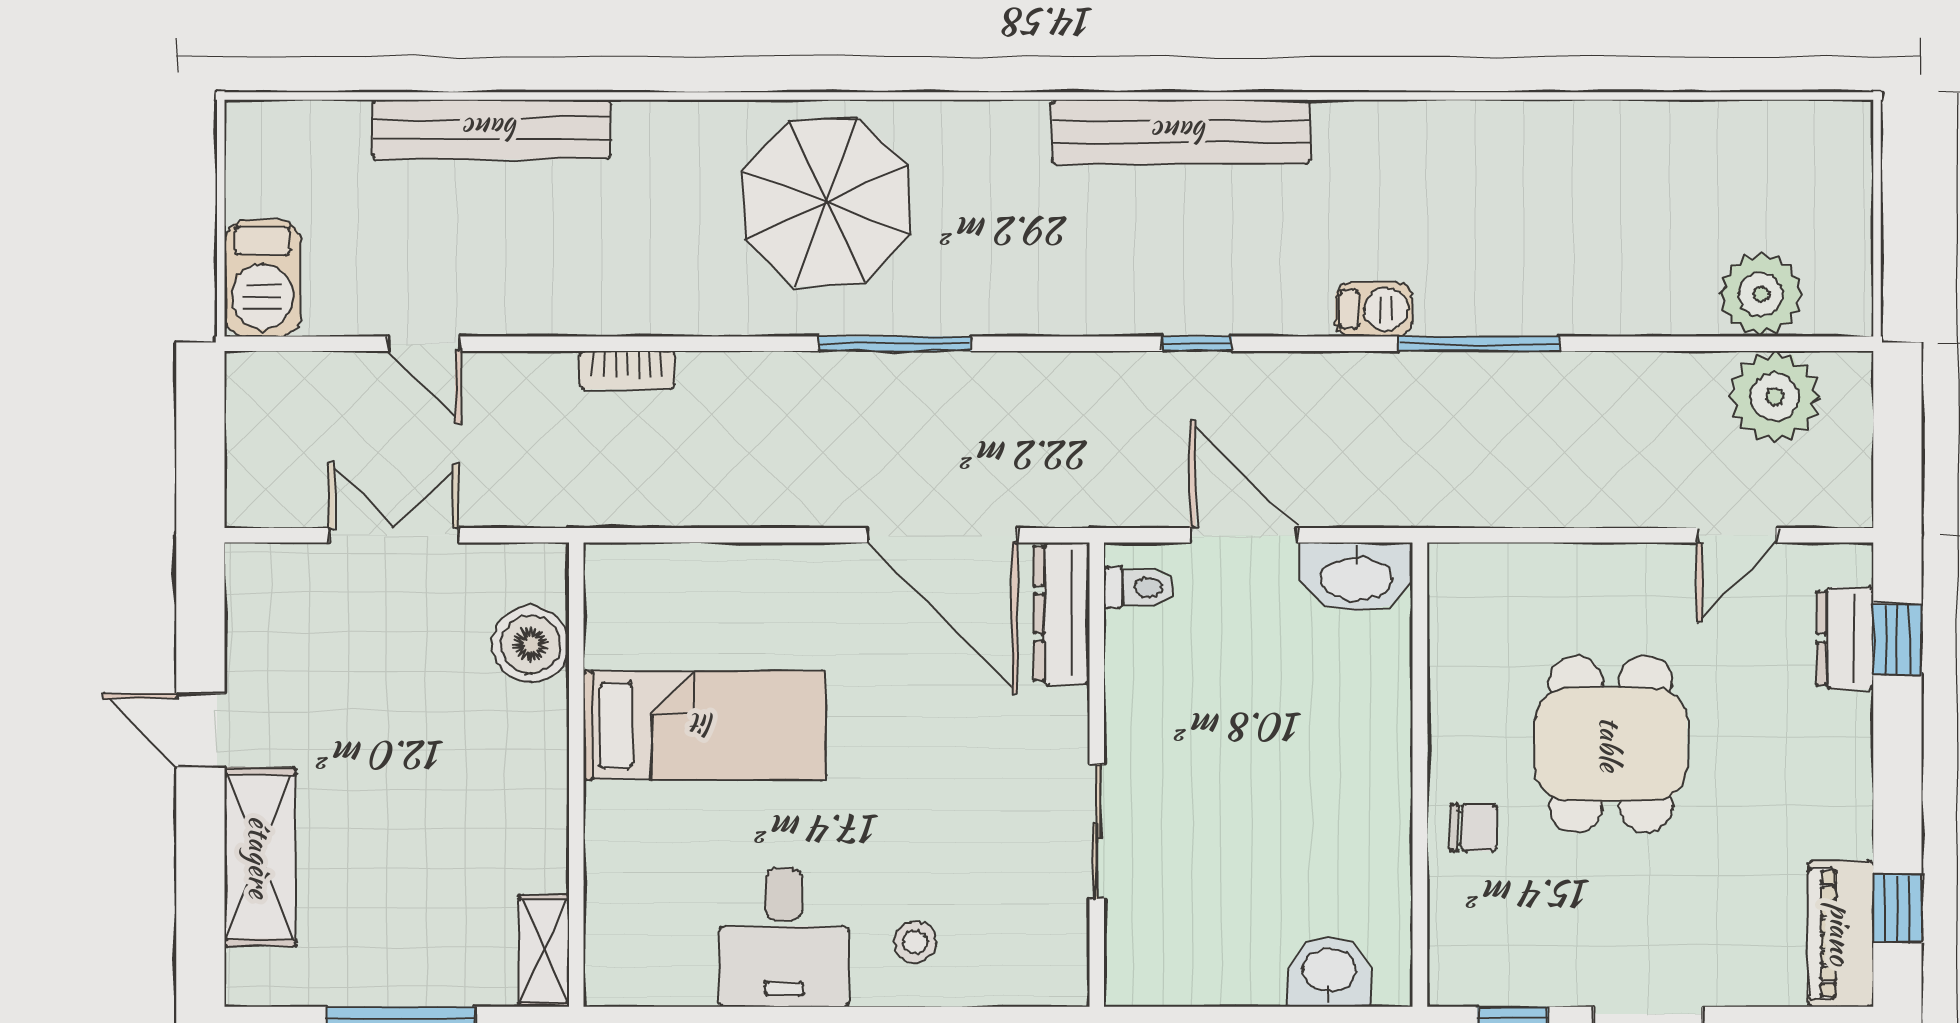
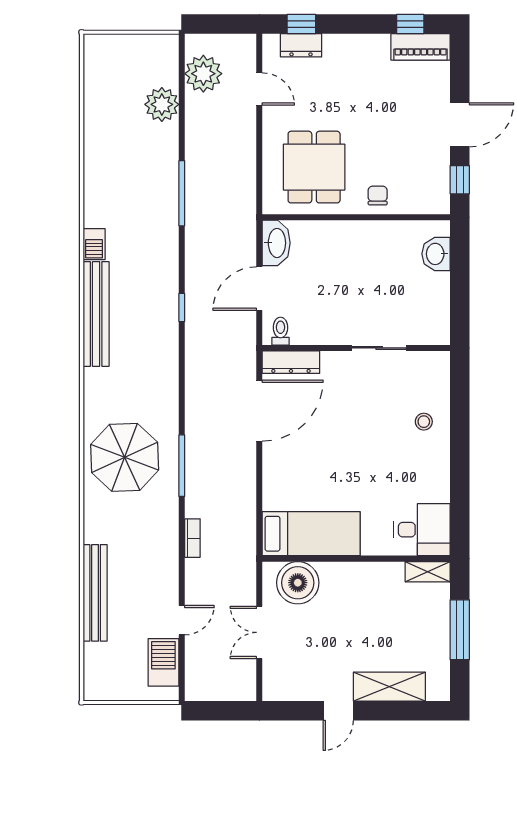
barbecue: (262, 278) -> (163, 662), moved, turned -90
plant: (1761, 294) -> (162, 104), moved
barbecue: (1374, 309) -> (94, 244), moved, turned 180
window: (895, 344) -> (182, 466), moved
boiler: (531, 644) -> (298, 583), width x1.37, depth x1.37
bed: (704, 725) -> (311, 534), moved, turned 90
dining table: (1611, 744) -> (314, 167), moved, turned 90
desk: (784, 937) -> (422, 530), moved

